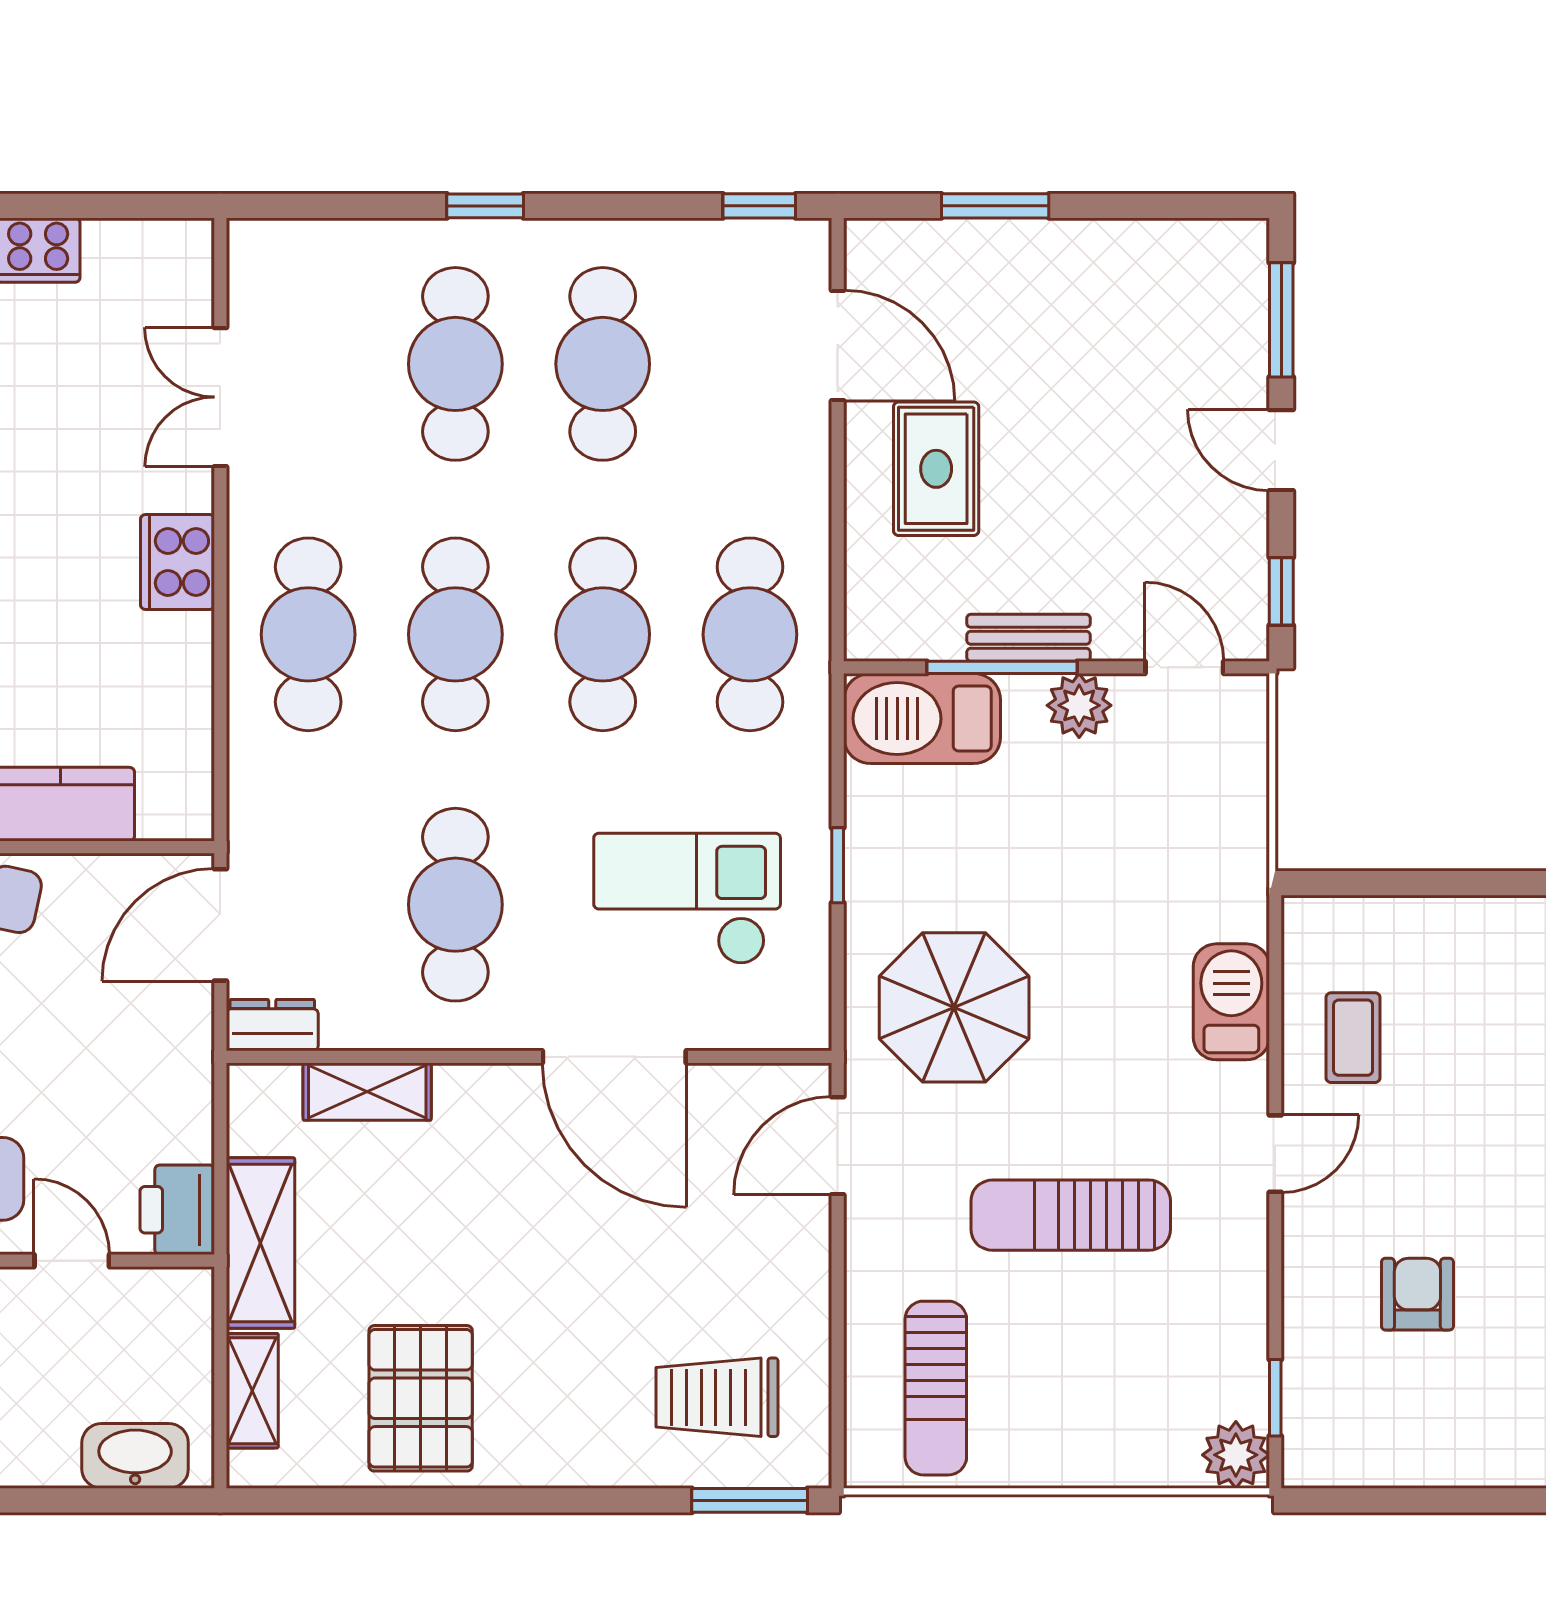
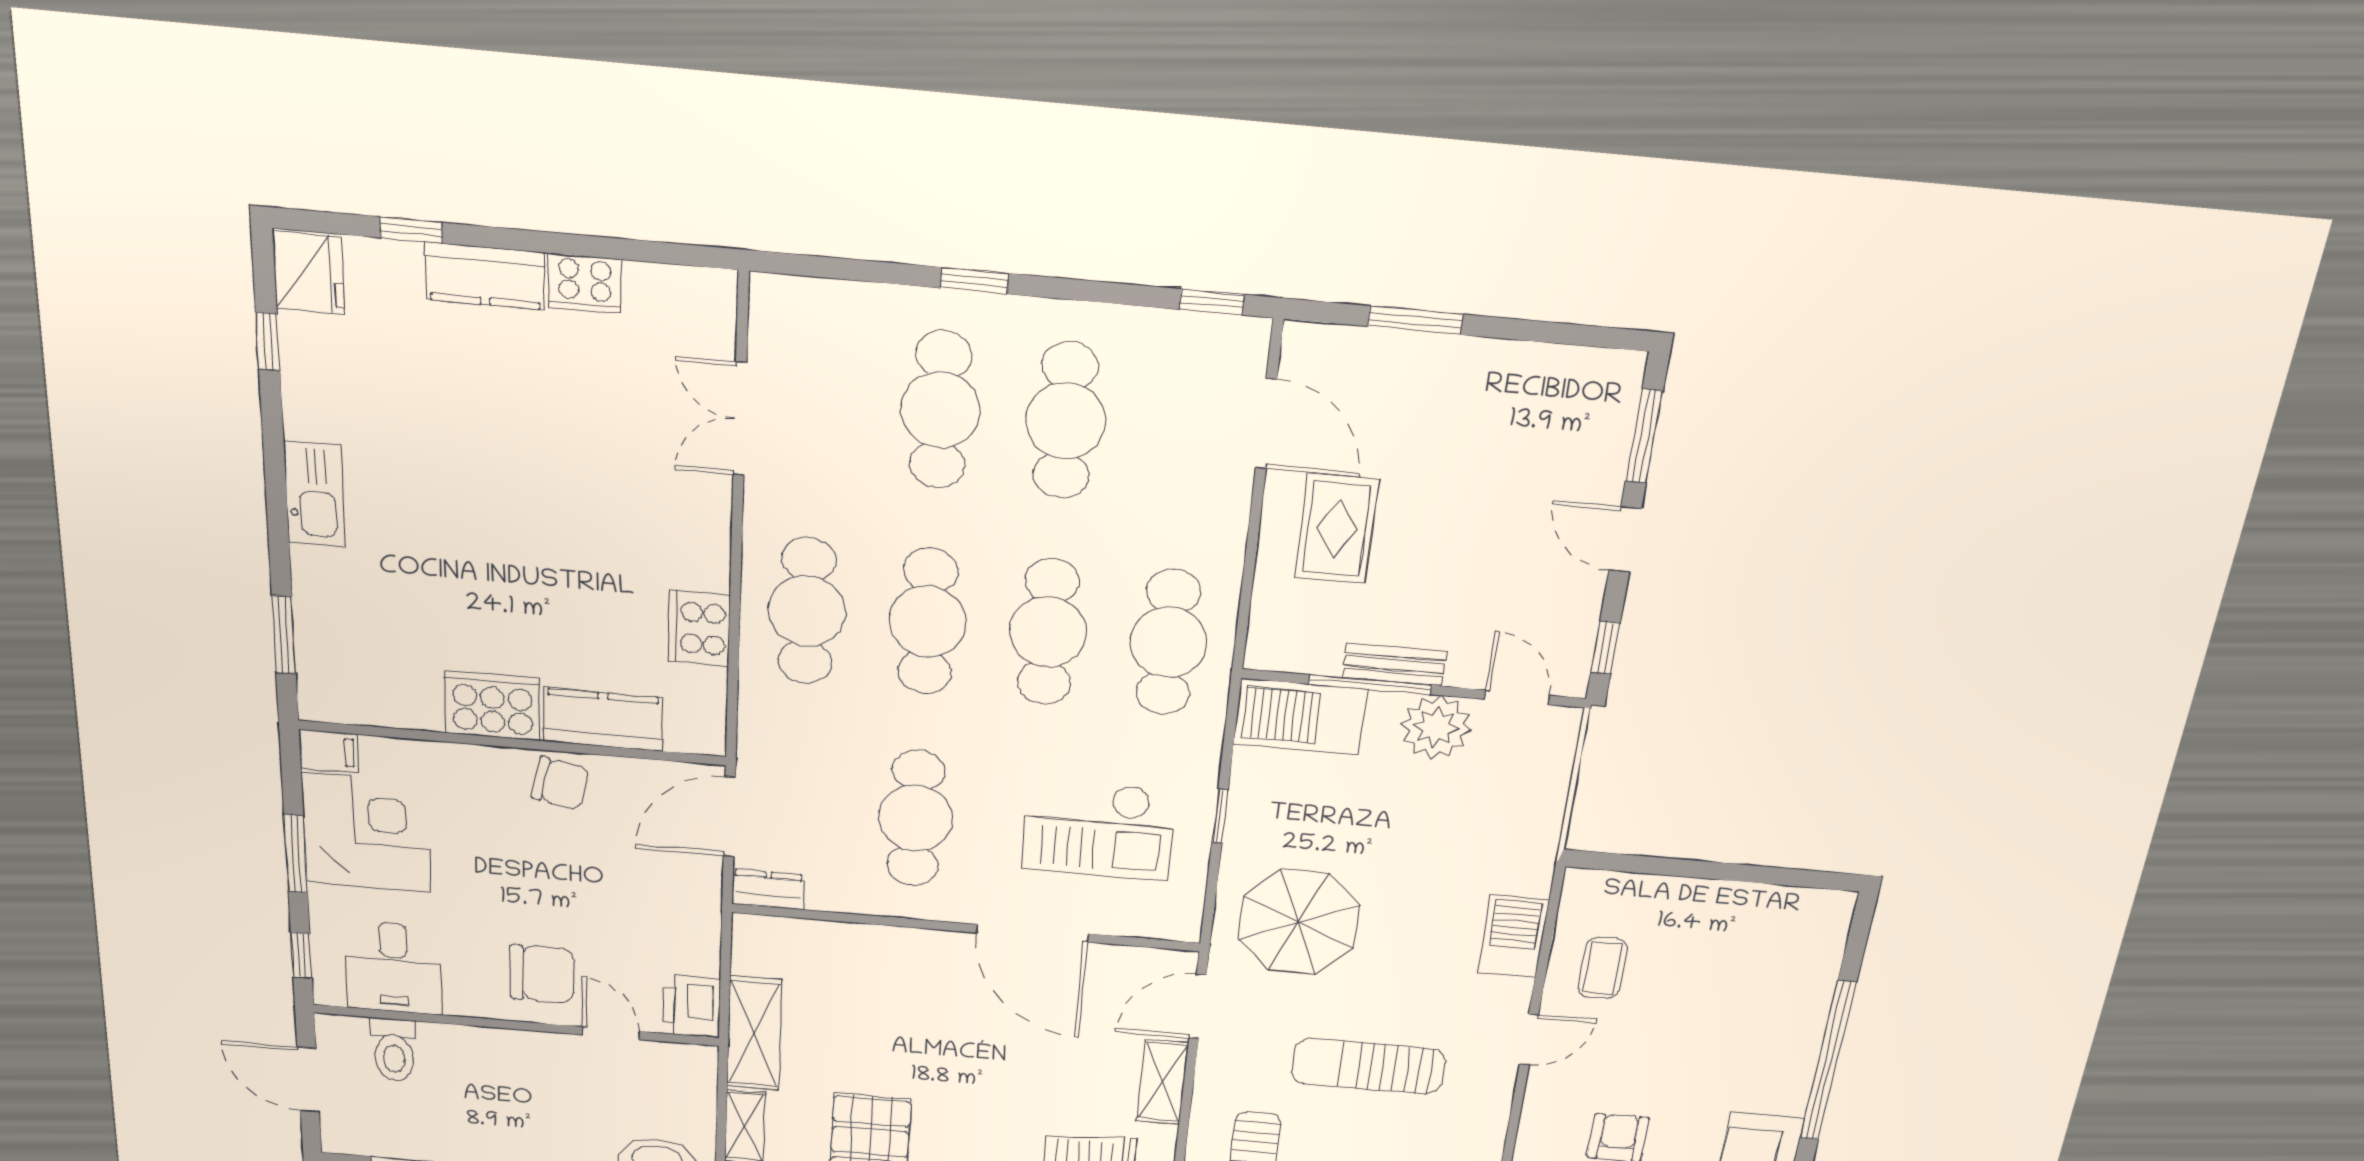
cooker: (178, 562) -> (699, 628), moved
plant: (1079, 705) -> (1436, 727), width x1.36, depth x1.36
checkout: (687, 899) -> (1099, 829), turned 180
shelving: (367, 1092) -> (1162, 1082), moved, turned 90

